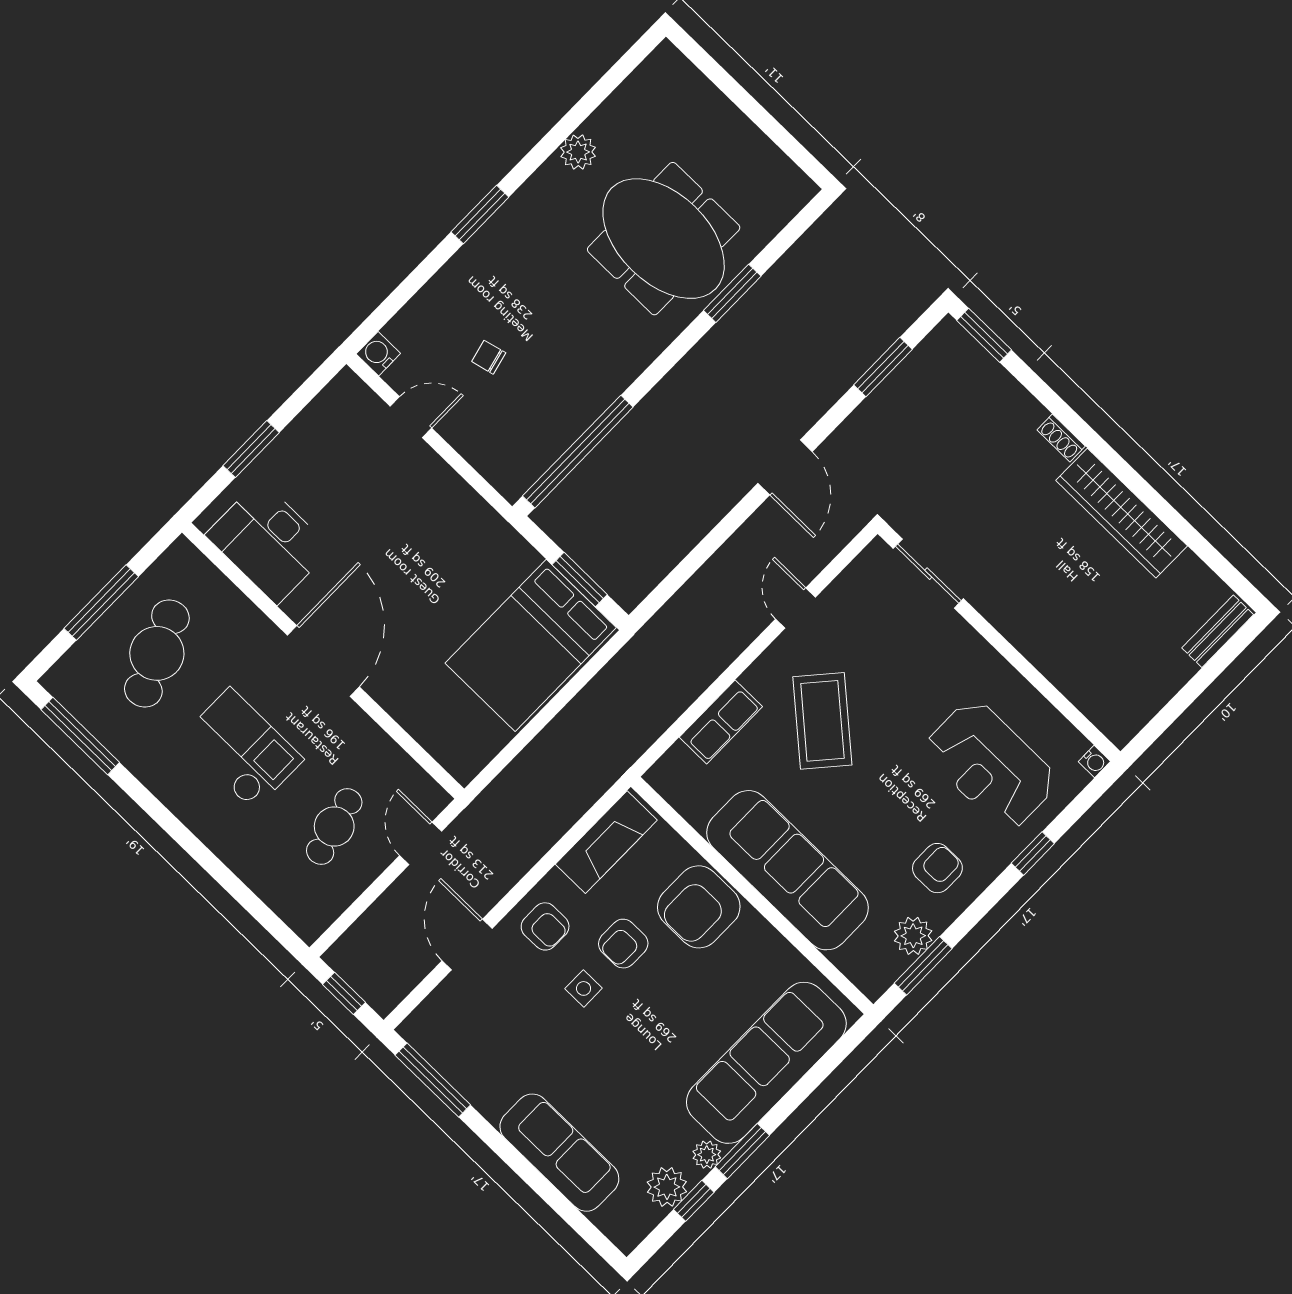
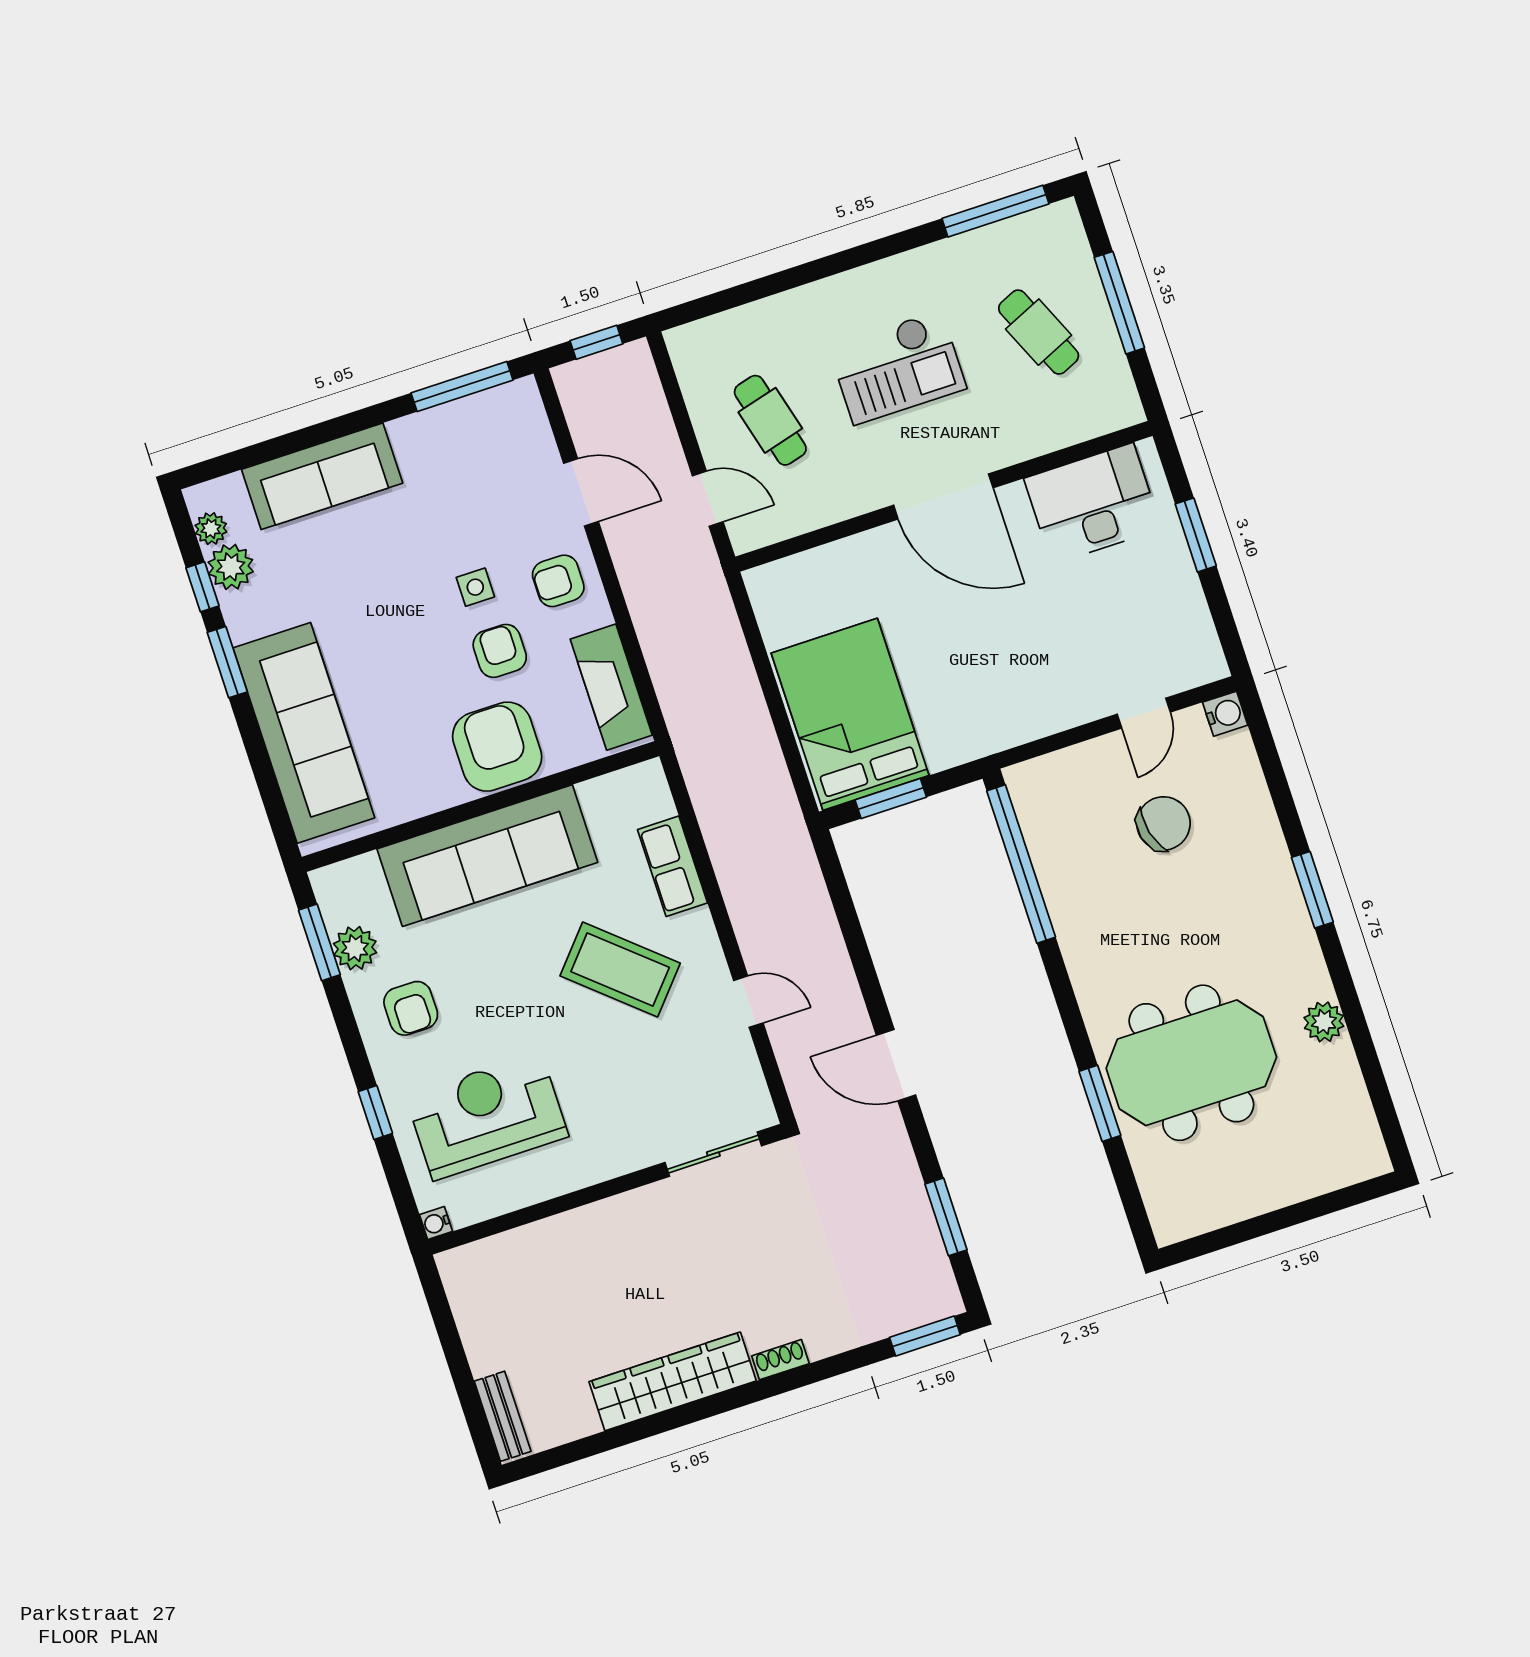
chair: (489, 357) -> (1163, 823), width x1.87, depth x1.87
cafe table: (157, 653) -> (1039, 332), width x0.73, depth x0.74
plant: (707, 1155) -> (211, 529), moved

